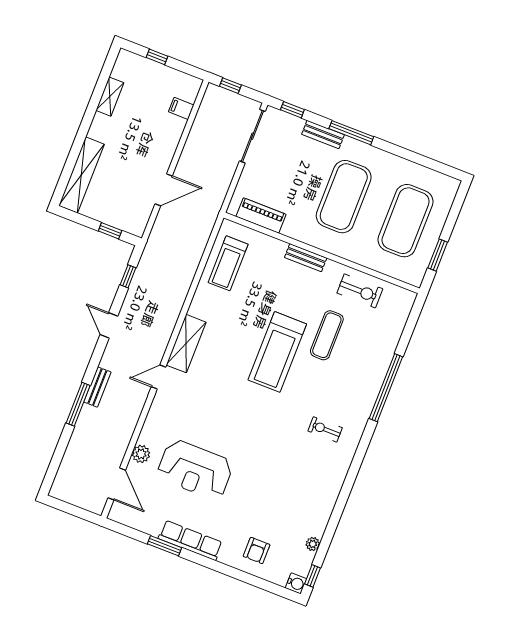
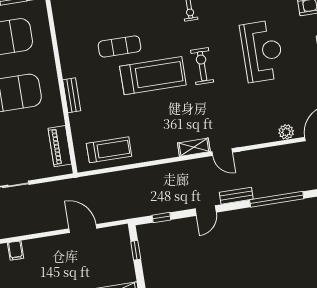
exercise bike: (360, 291) -> (202, 66), moved
shelving: (186, 344) -> (194, 147), width x0.67, depth x0.75
bench: (97, 387) -> (236, 196), moved
window: (78, 404) -> (277, 199), width x1.46
reception desk: (195, 470) -> (262, 51), moved

